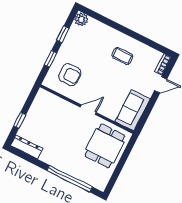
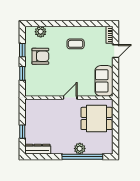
plant: (81, 19) -> (41, 32), moved
armchair: (70, 75) -> (40, 56), moved
dining table: (105, 146) -> (97, 118), turned 90
plant: (71, 169) -> (80, 149), added

